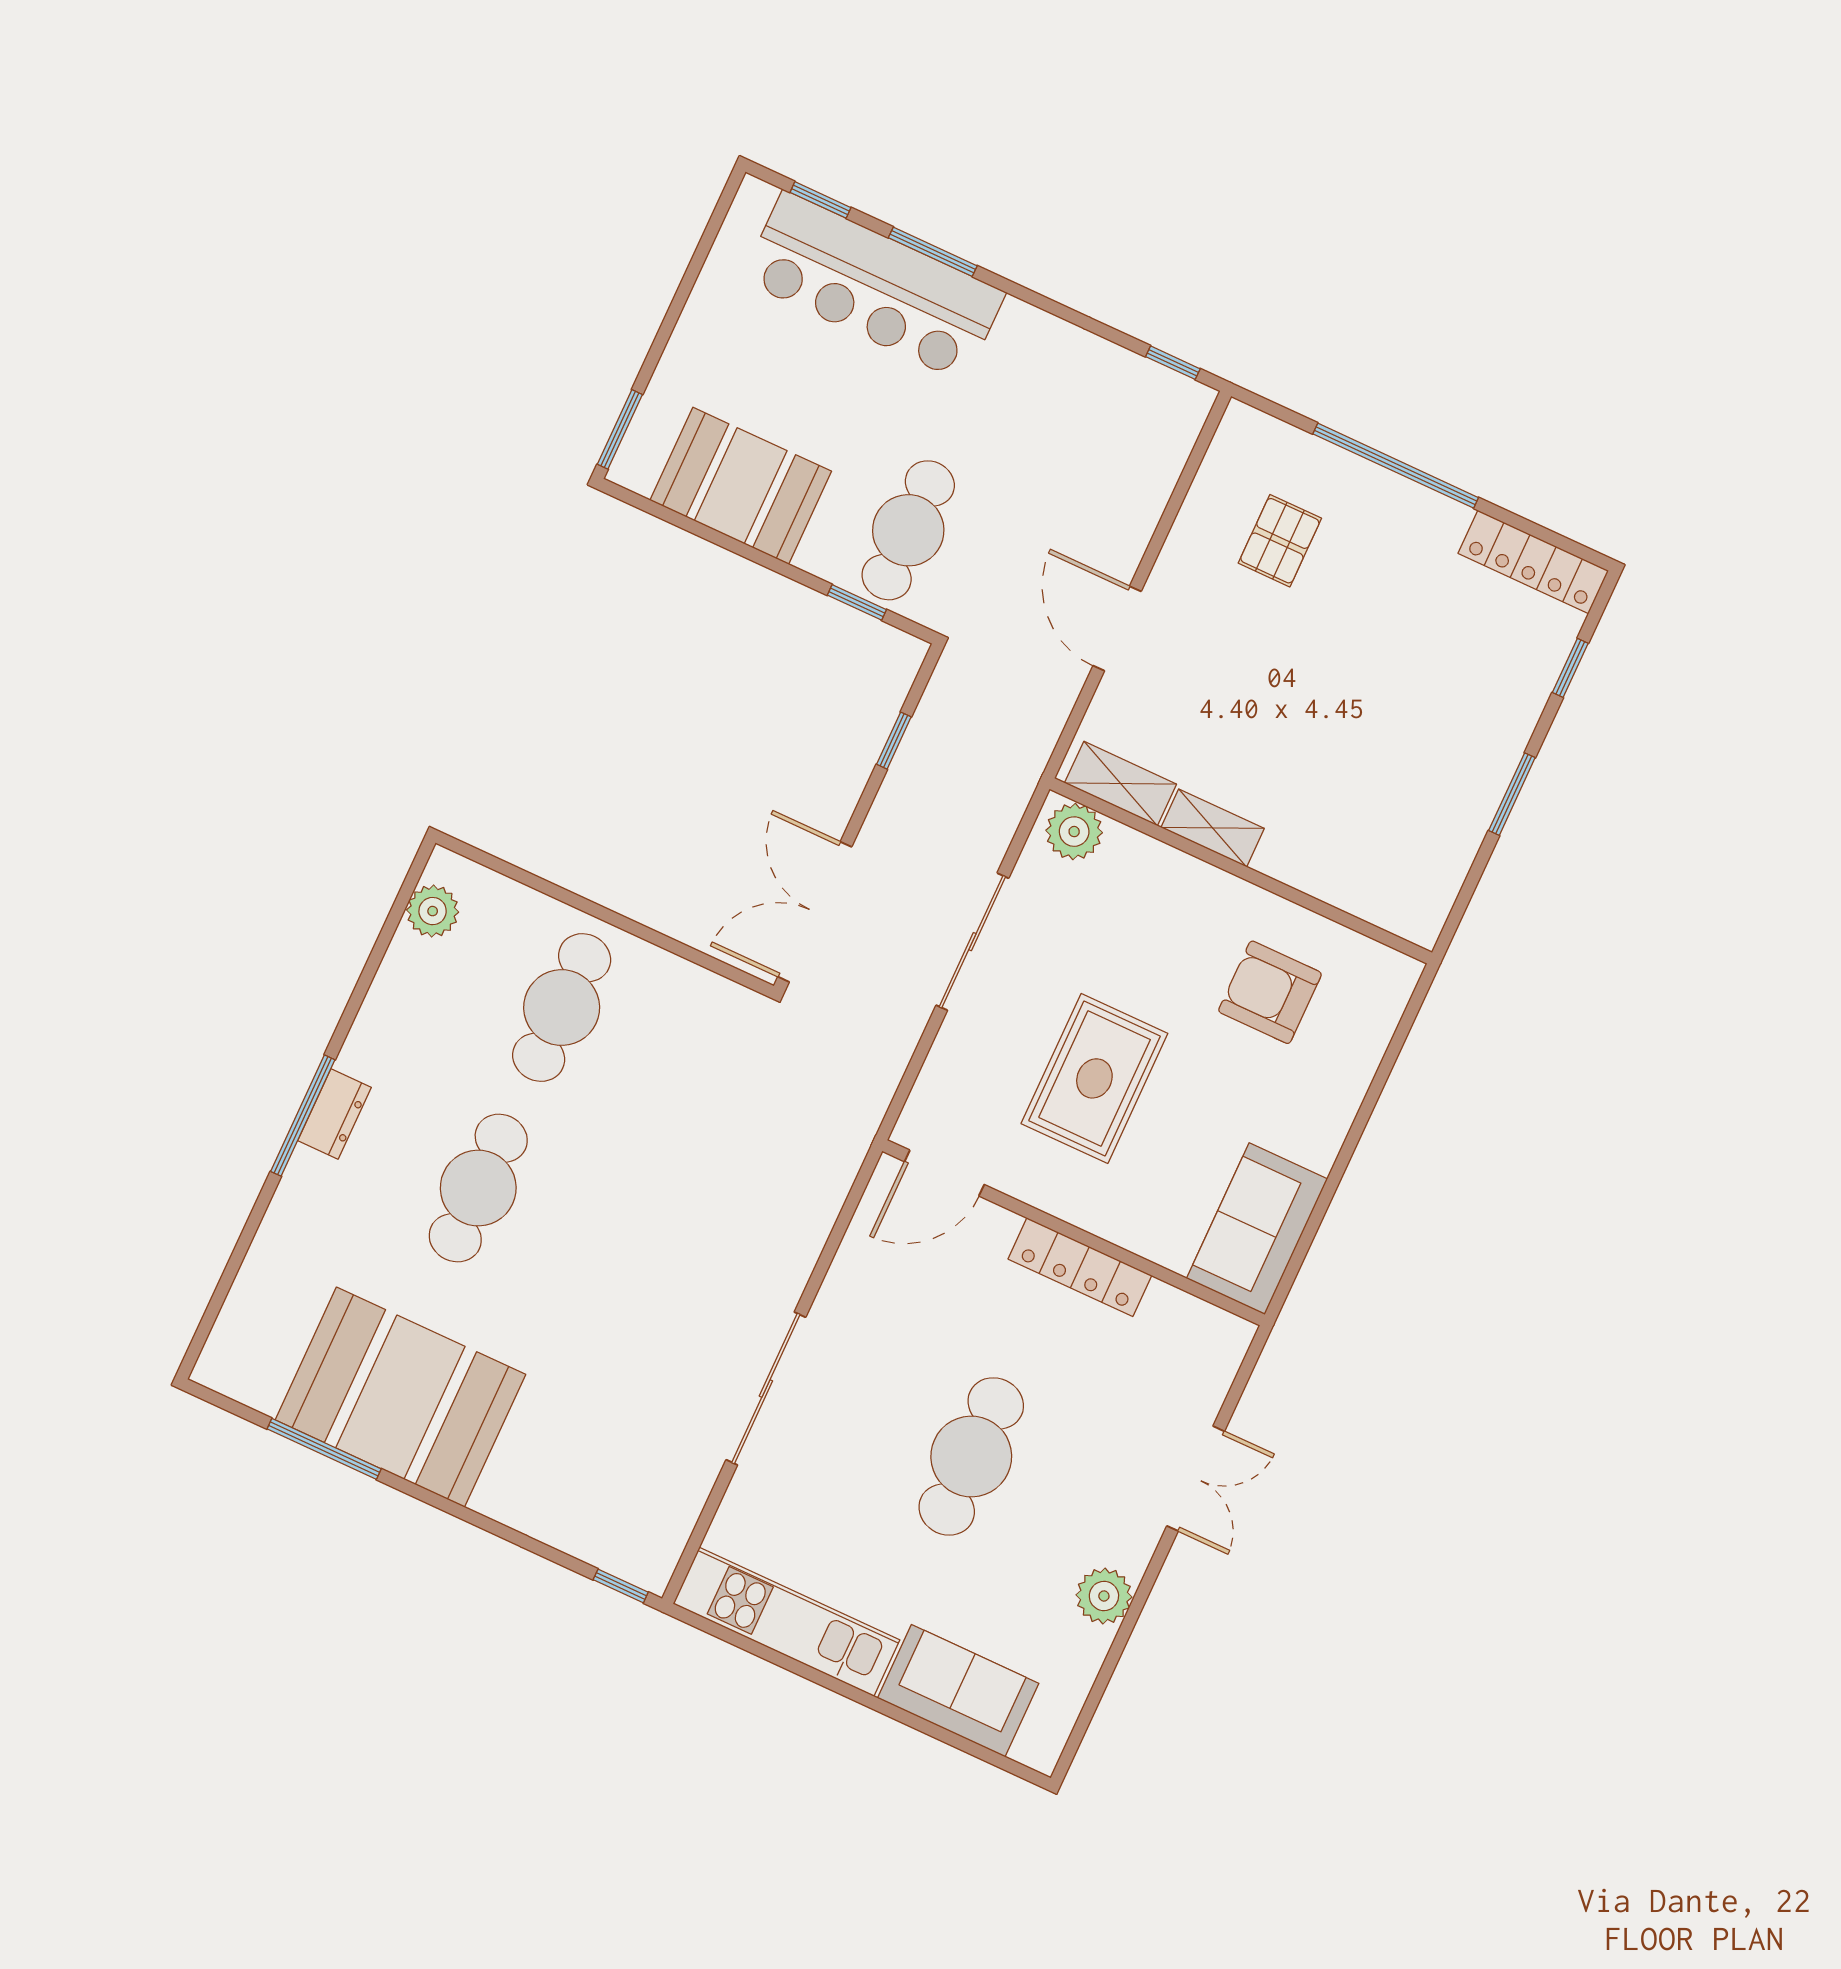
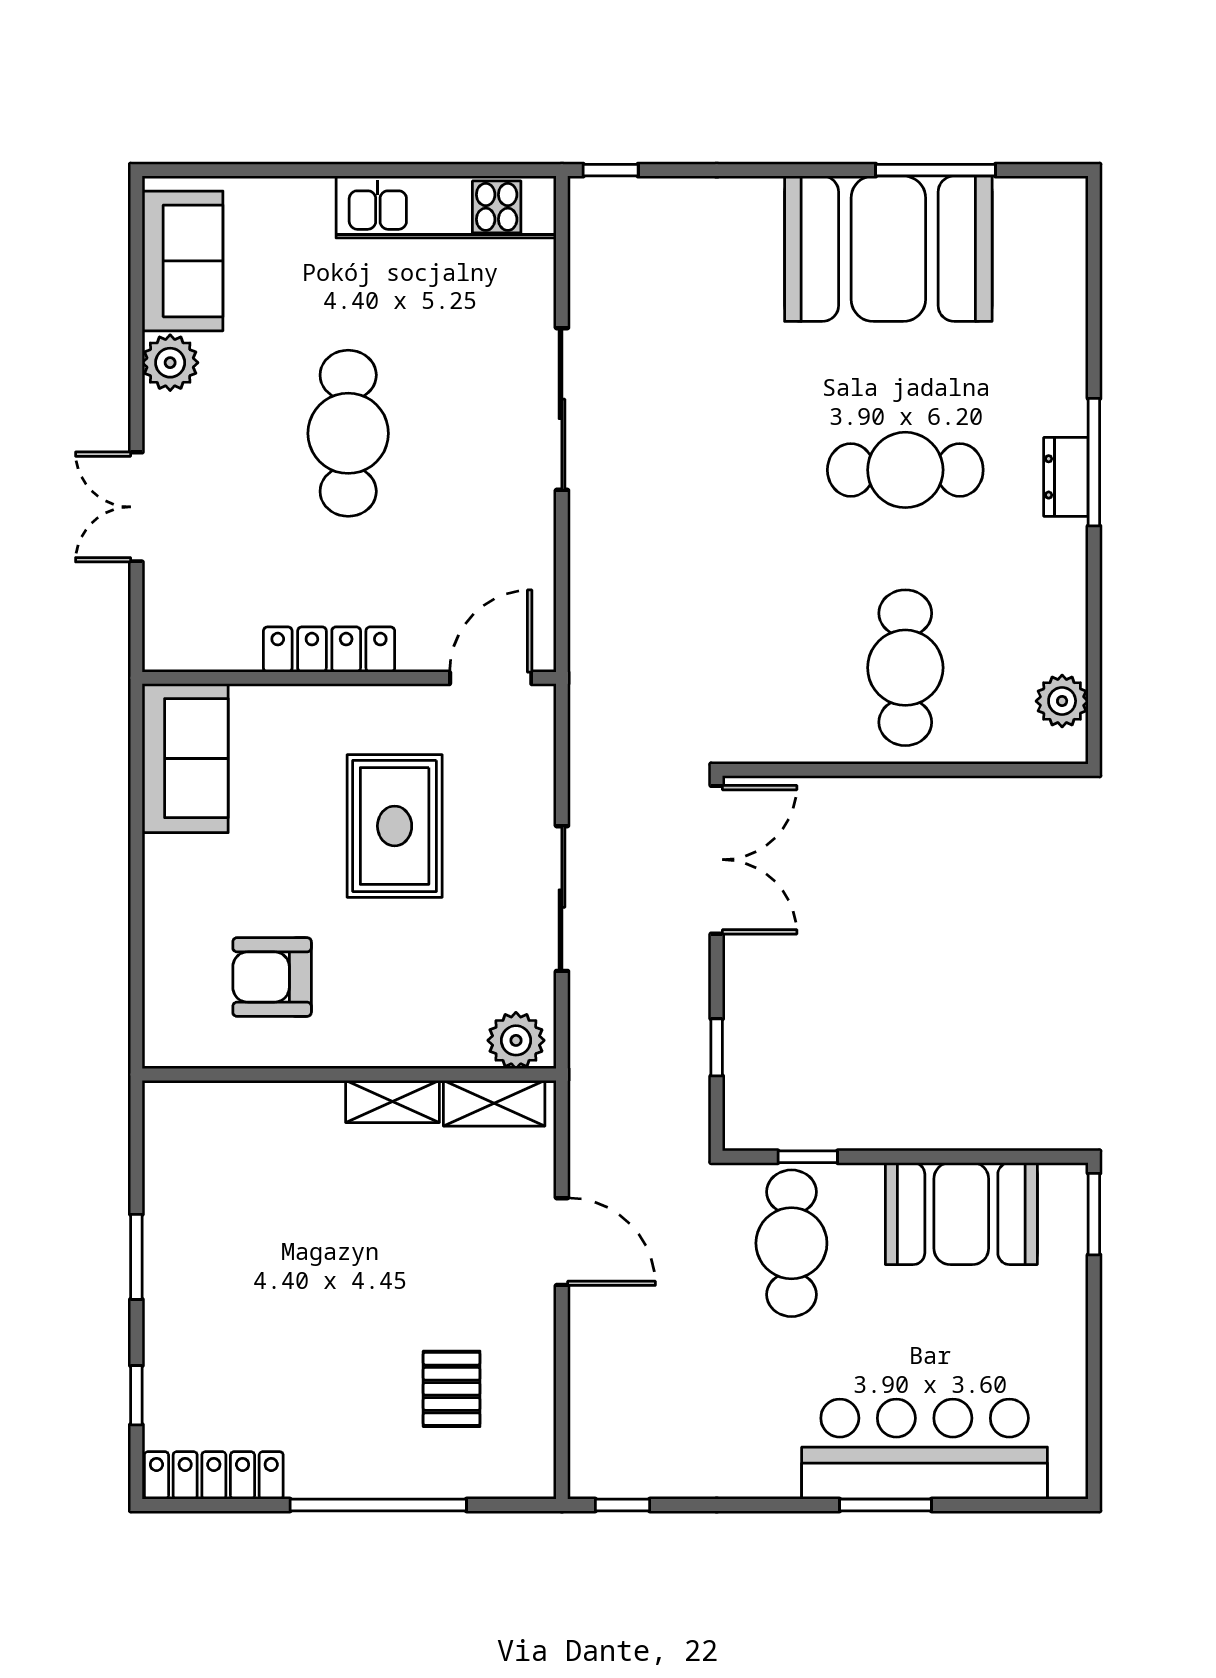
window: (821, 200) -> (1008, 1505), removed
armchair: (1270, 992) -> (272, 977), turned 180
cafe table: (478, 1188) -> (905, 470), turned 90
sofa: (958, 1691) -> (183, 261), moved, turned -90

